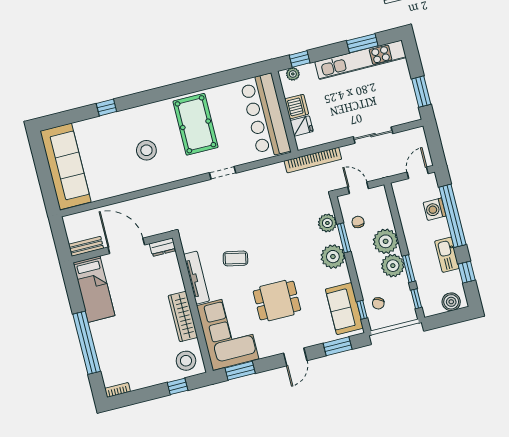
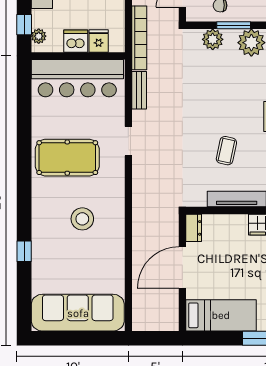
bench: (86, 246) -> (139, 90), moved

